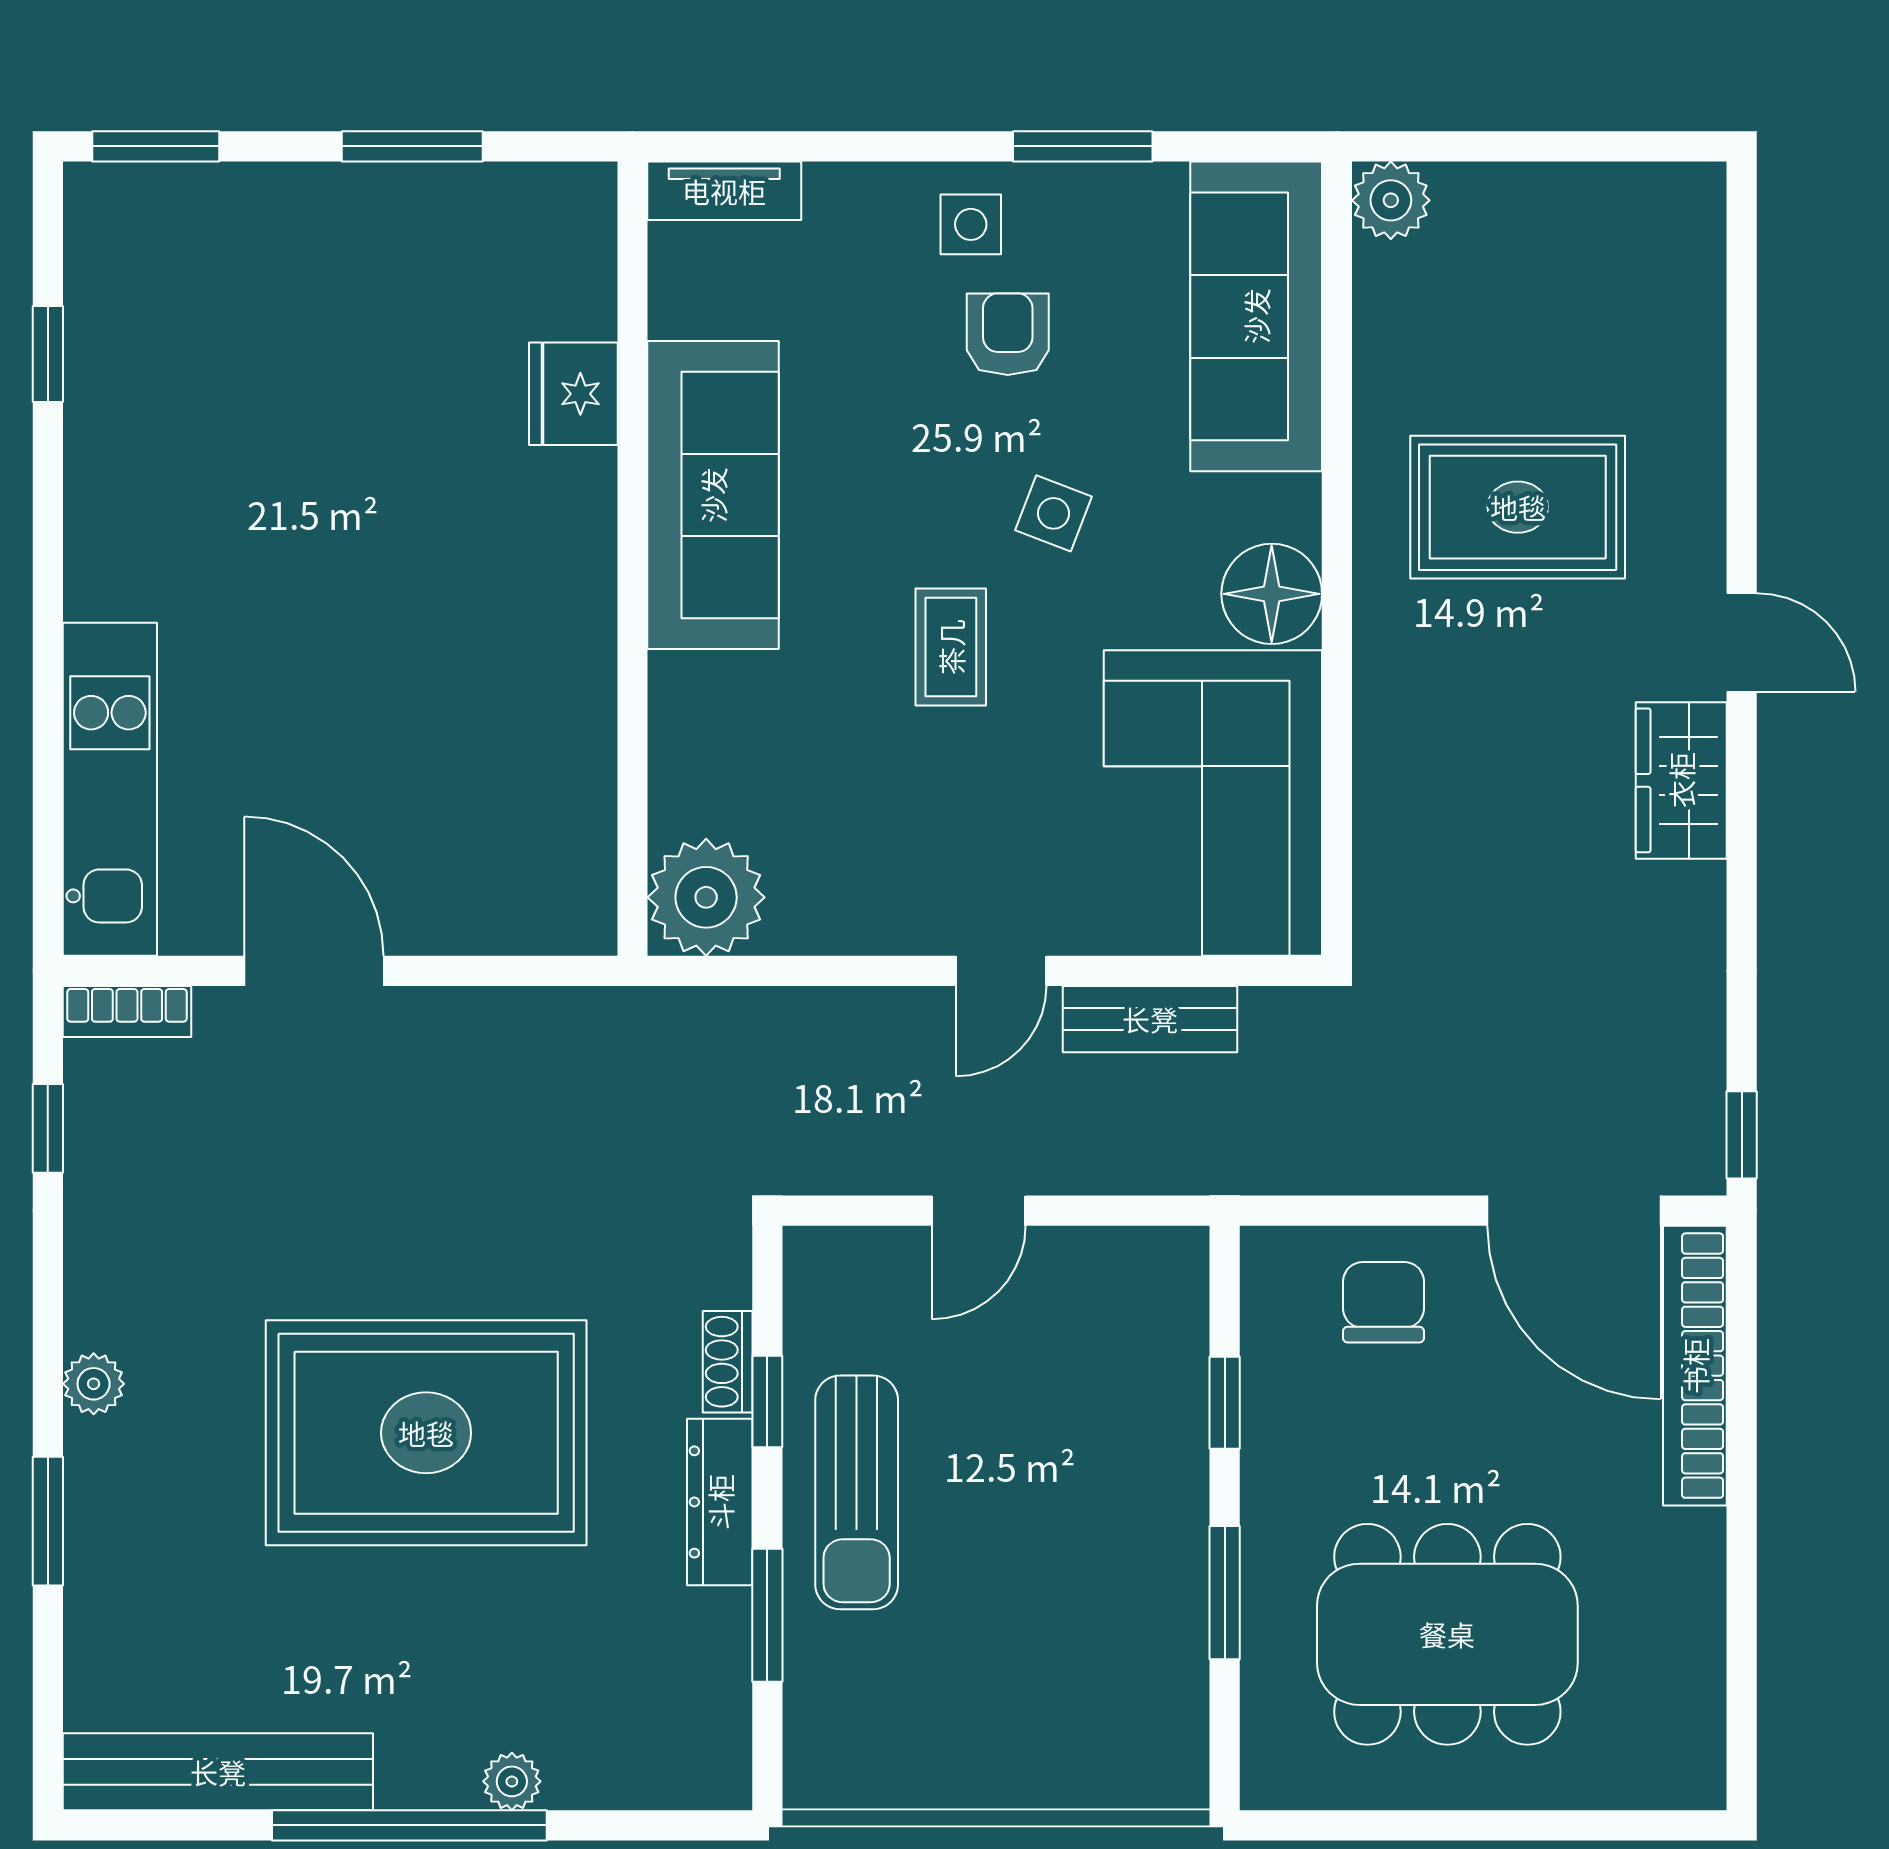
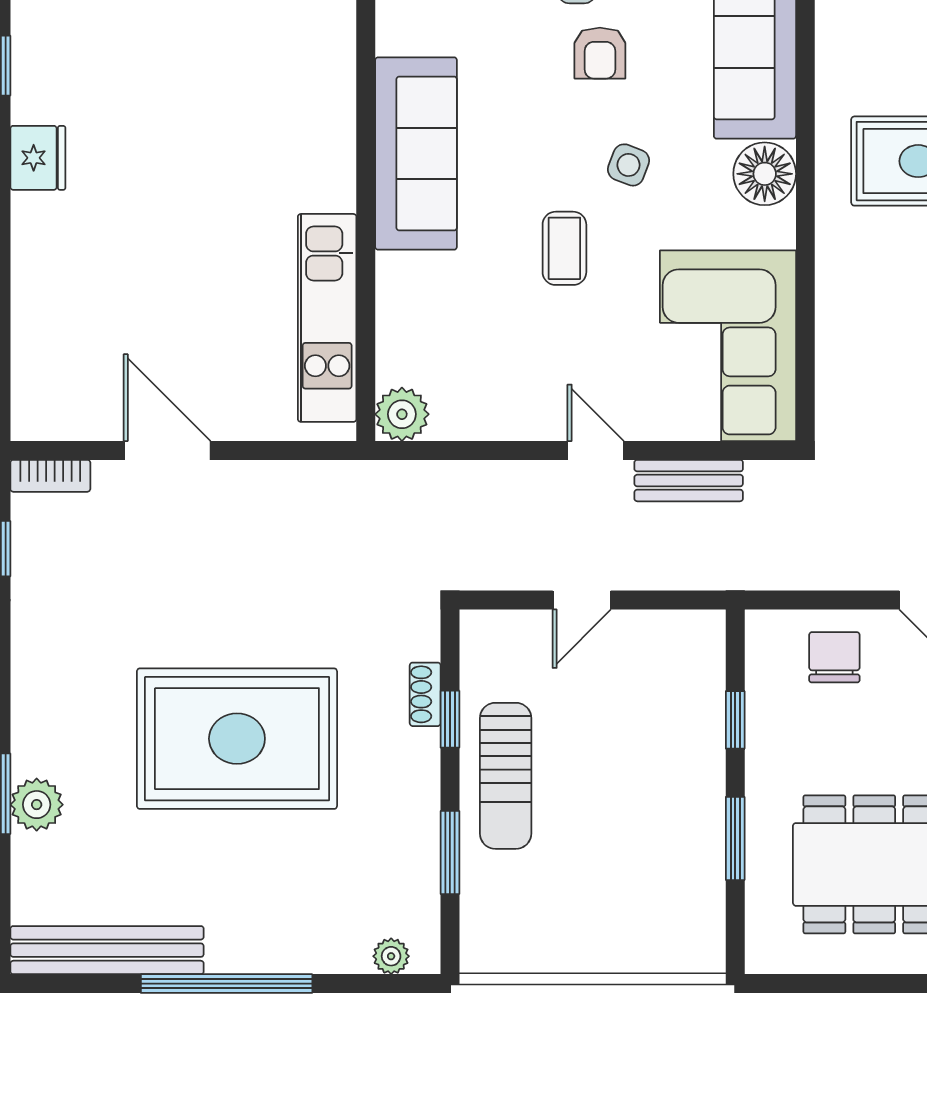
armchair: (1008, 334) -> (600, 53), turned 180
fridge: (573, 394) -> (38, 158), moved, turned 180
floor lamp: (1272, 594) -> (765, 174), moved
kitchen unit: (110, 789) -> (327, 318), moved, turned 180
plant: (706, 897) -> (402, 414), width x0.73, depth x0.73
door: (1001, 971) -> (596, 450), swing flipped
plant: (94, 1384) -> (37, 805), moved, width x1.38, depth x1.38
dresser: (720, 1502) -> (420, 782), removed
plant: (512, 1781) -> (391, 956), moved

